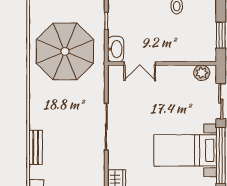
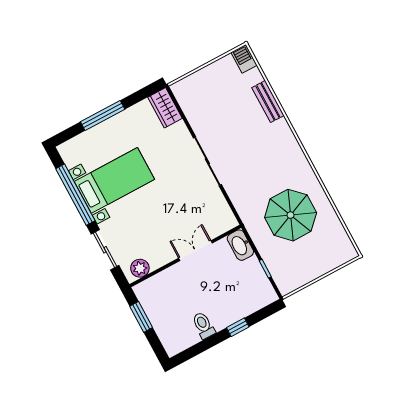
parasol: (65, 51) -> (291, 215), width x0.73, depth x0.73
double door: (140, 63) -> (195, 251), moved

